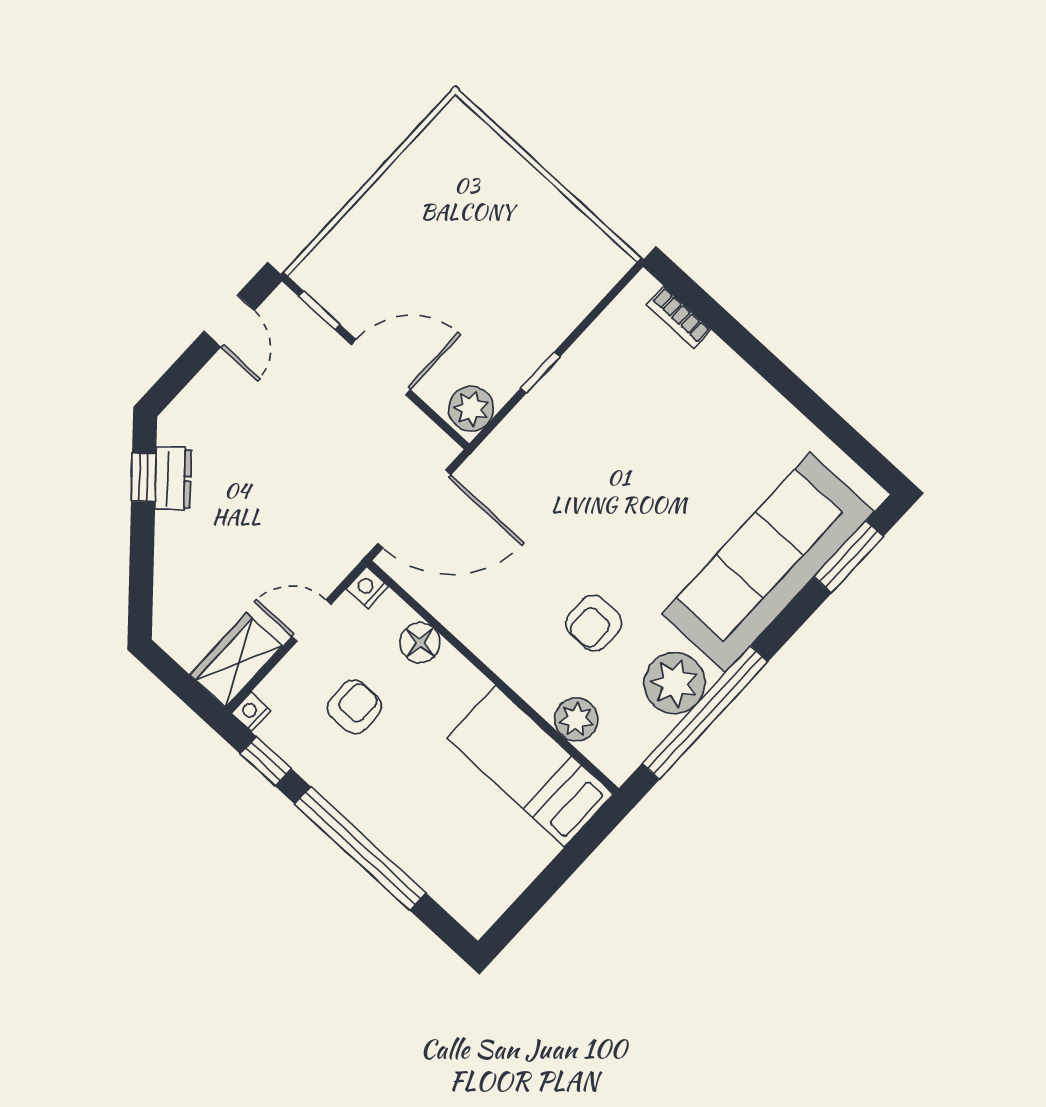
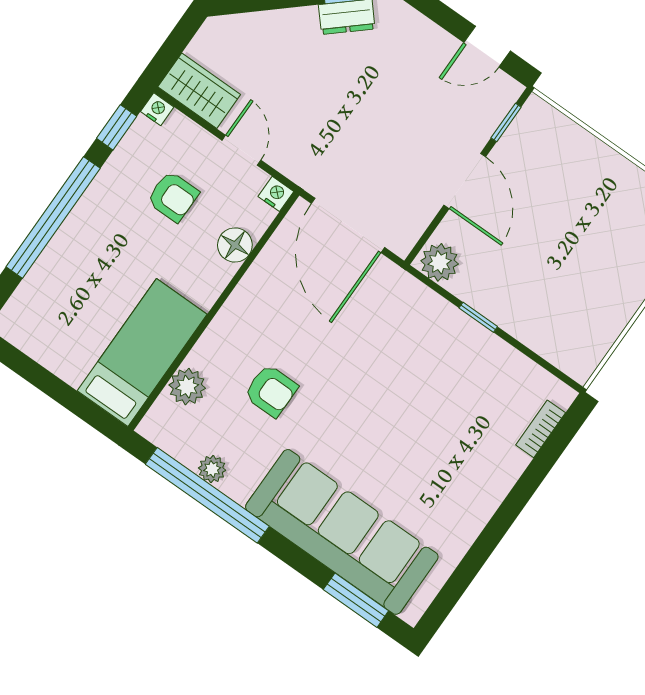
armchair: (594, 623) -> (271, 391), turned 180
plant: (675, 683) -> (212, 469), width x0.53, depth x0.53

